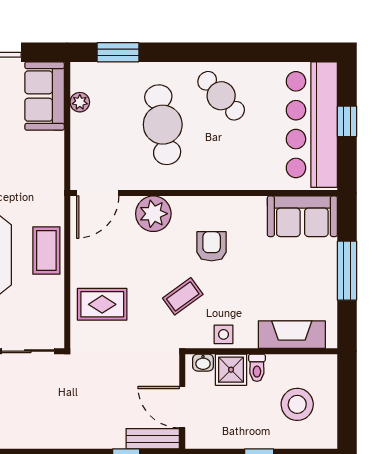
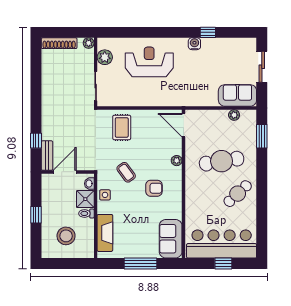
plant: (153, 214) -> (177, 161), width x0.53, depth x0.53
coffee table: (46, 251) -> (152, 96), removed

